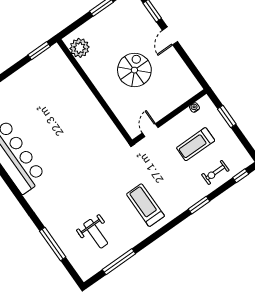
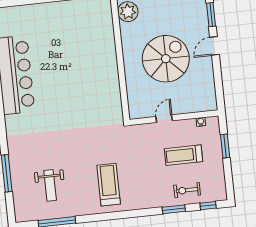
spiral stairs: (134, 70) -> (166, 59), width x1.37, depth x1.37
door: (150, 130) -> (164, 119), moved
window: (199, 205) -> (174, 209), moved

